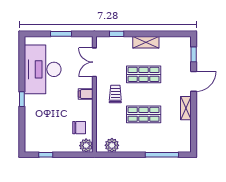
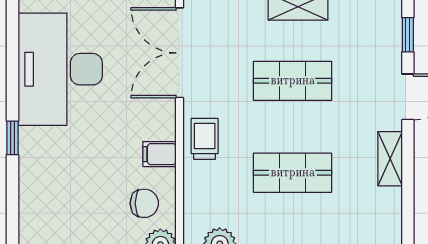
double door: (94, 62) -> (179, 53), width x1.37
filing cabinet: (86, 94) -> (159, 154), moved
trolley: (115, 94) -> (205, 139), moved

